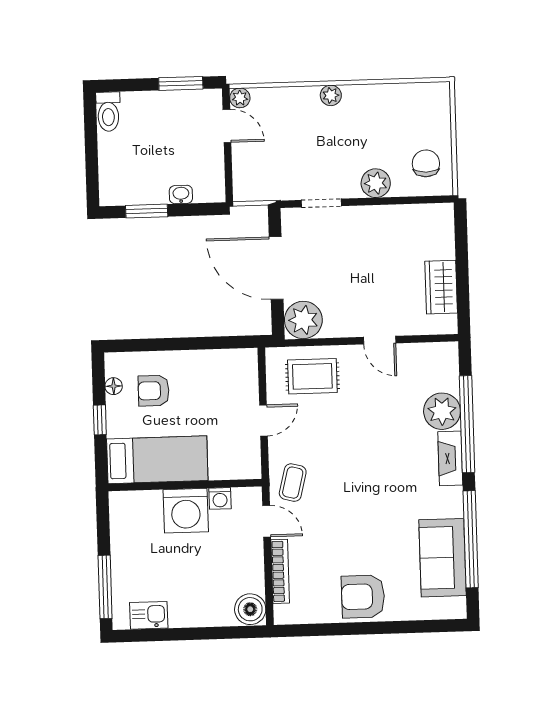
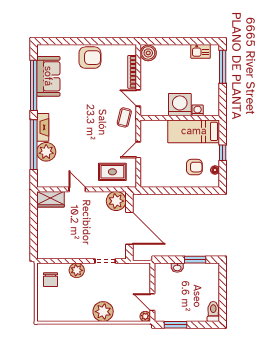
plant: (331, 95) -> (103, 312), width x1.88, depth x1.88
wardrobe: (441, 287) -> (50, 199), moved, turned 90
washing machine: (220, 498) -> (198, 110), moved

